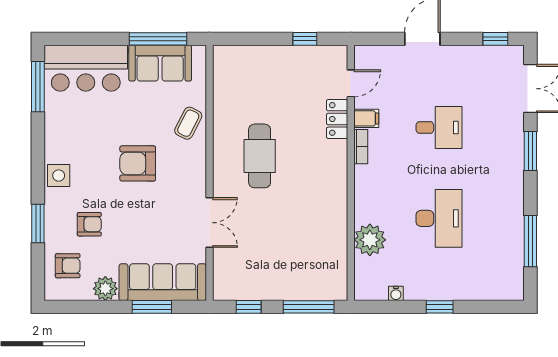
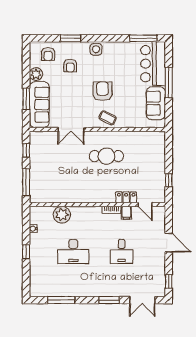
window: (158, 39) -> (169, 83), moved
coffee table: (188, 123) -> (108, 118), moved

